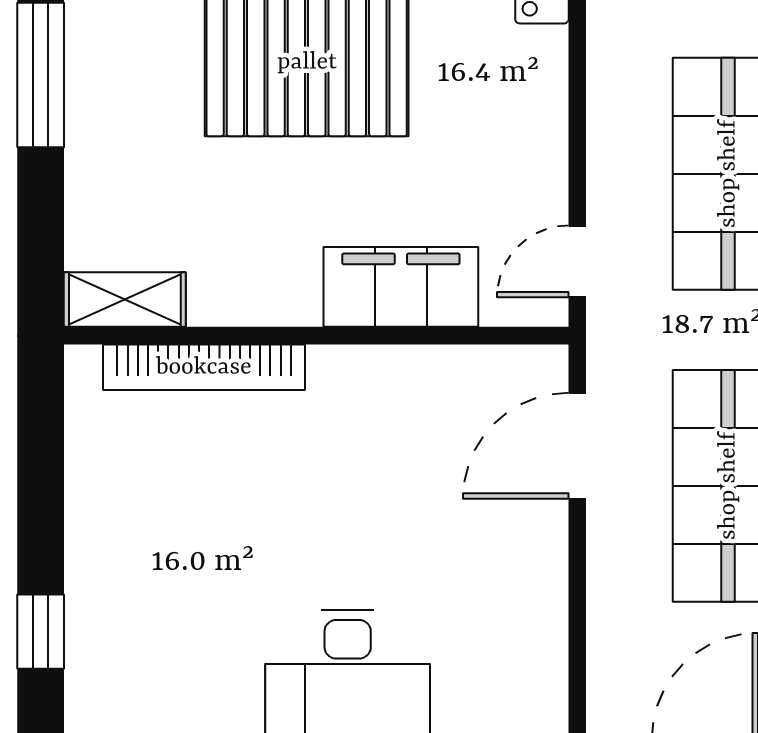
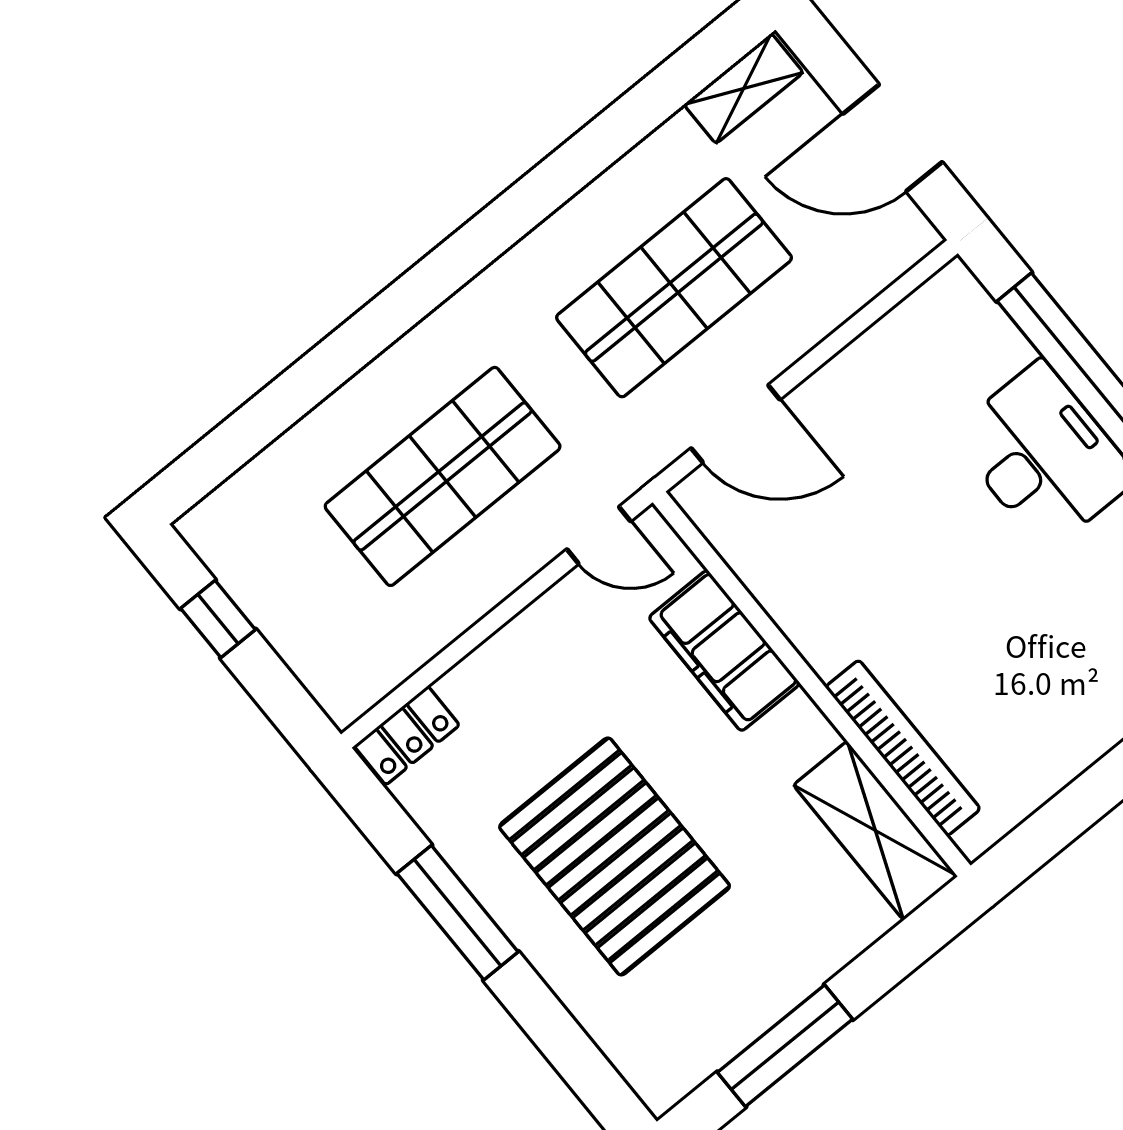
shelving: (125, 300) -> (875, 831), width x1.50, depth x1.33

